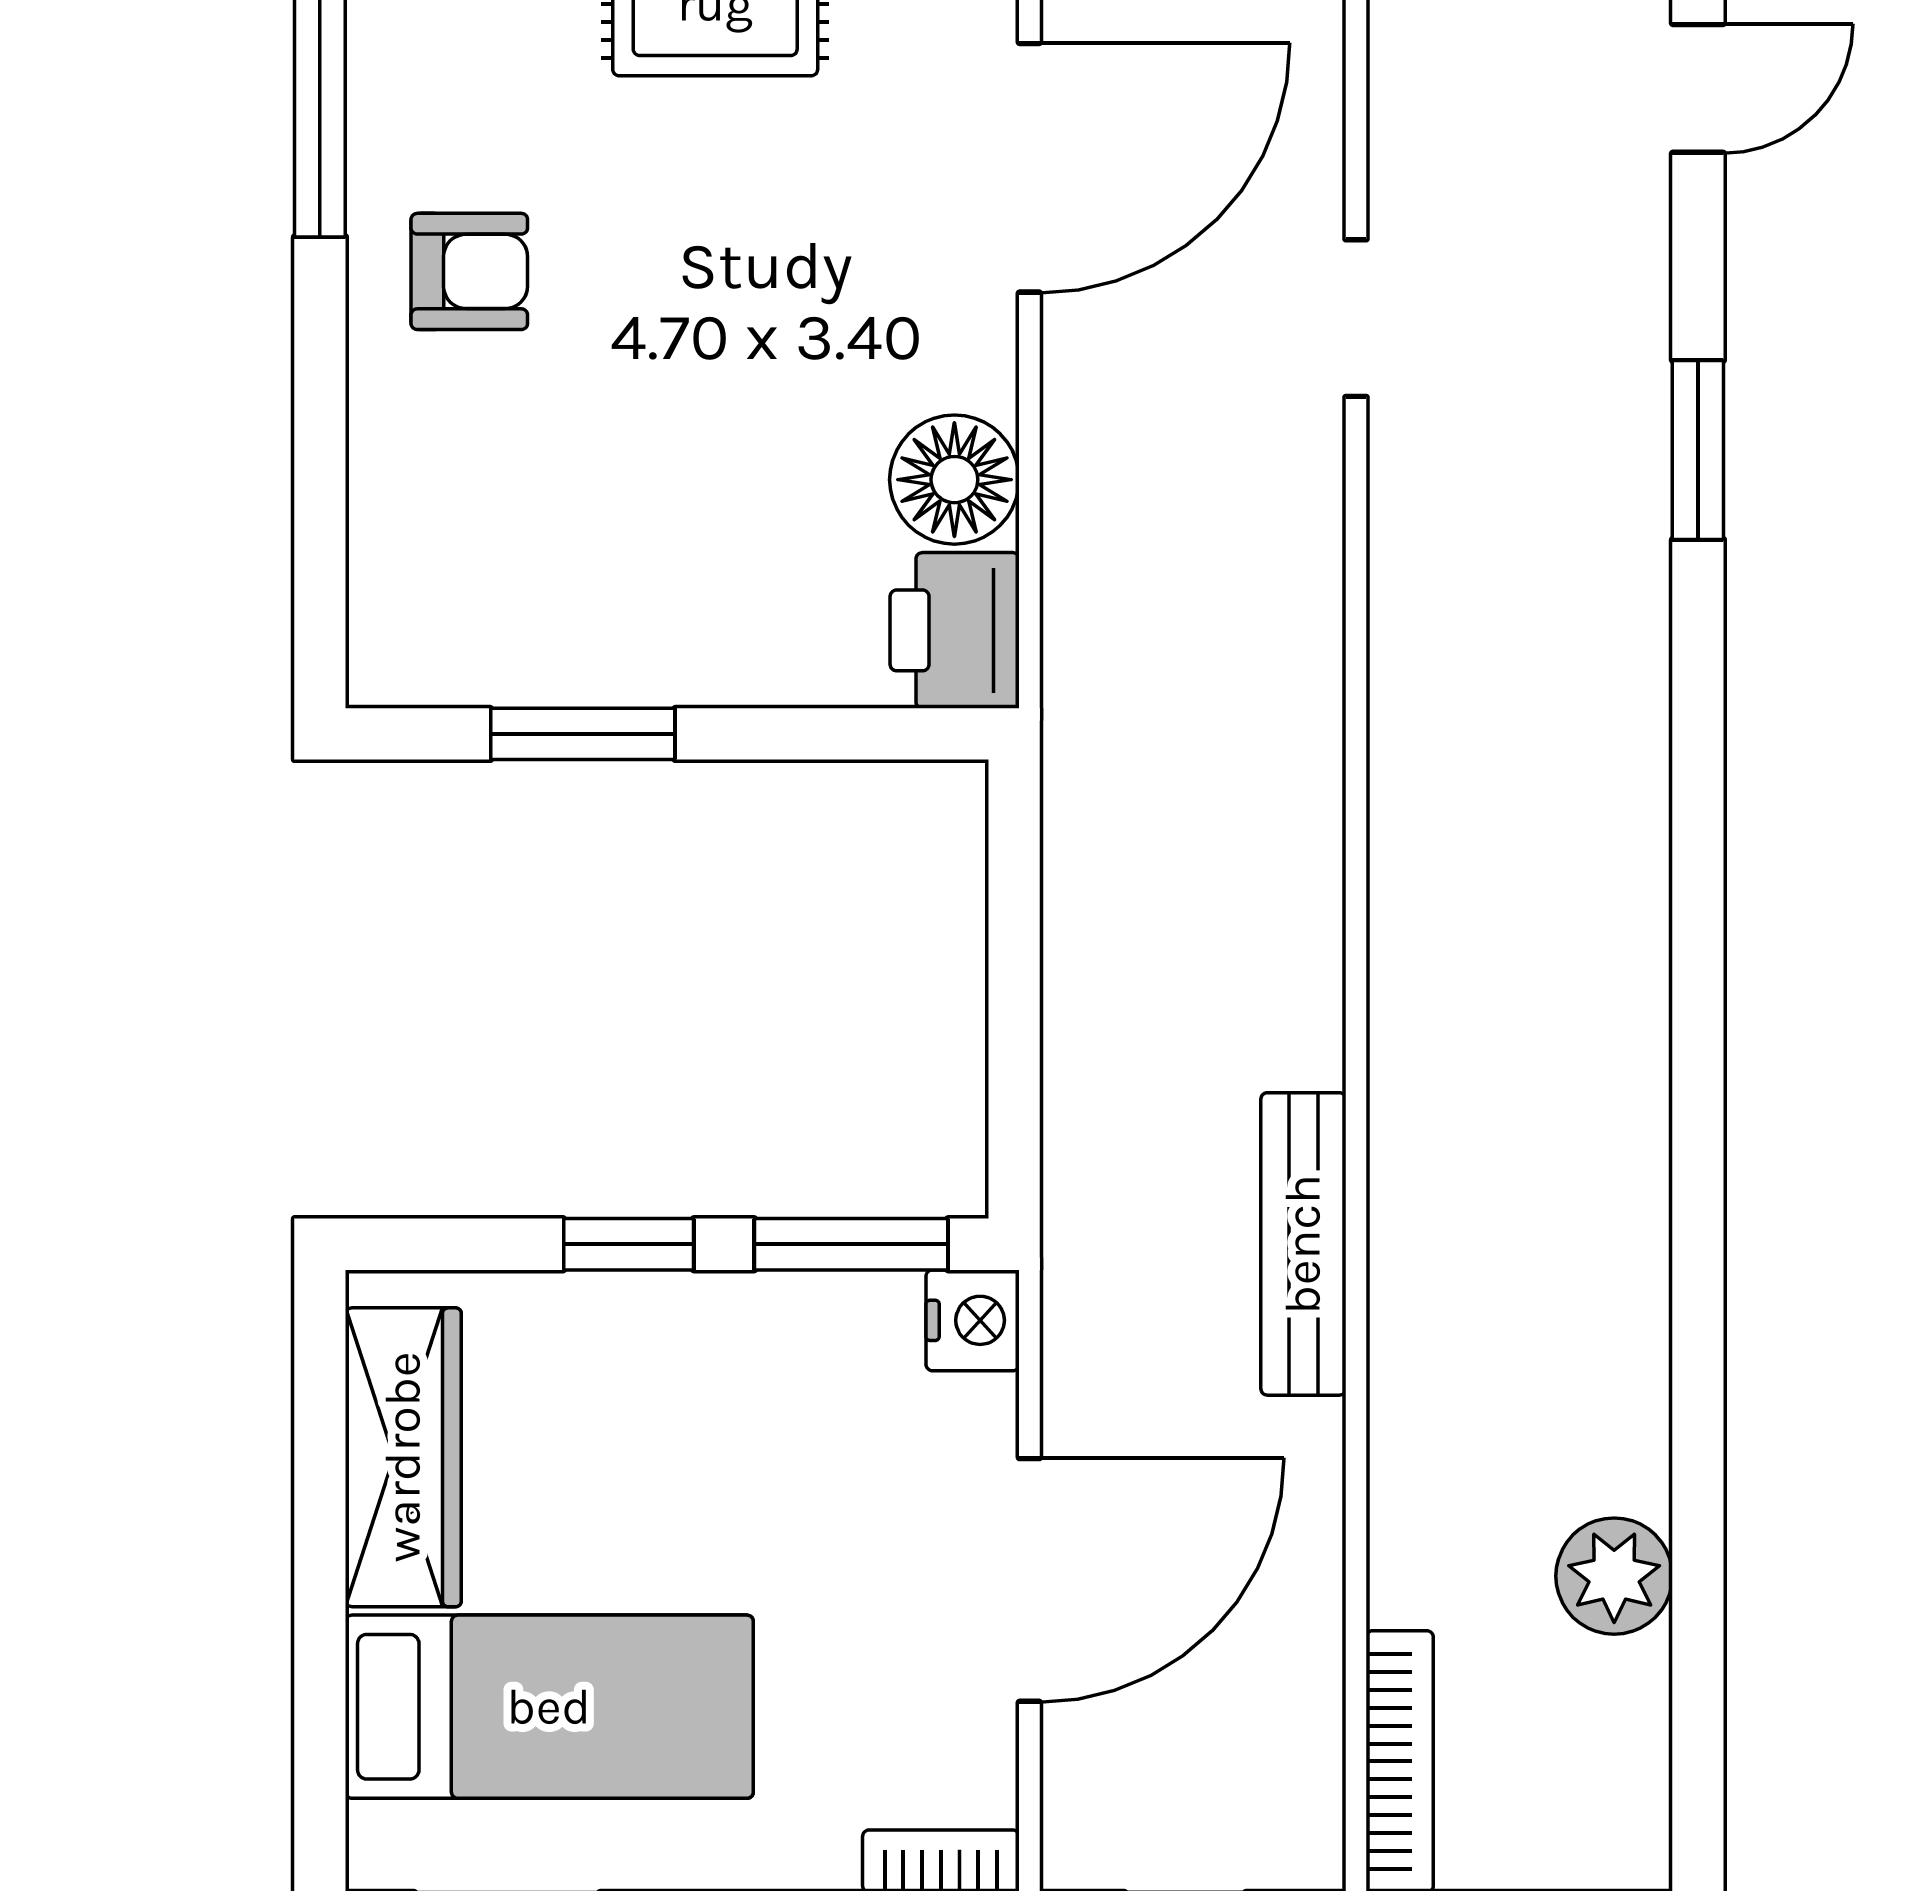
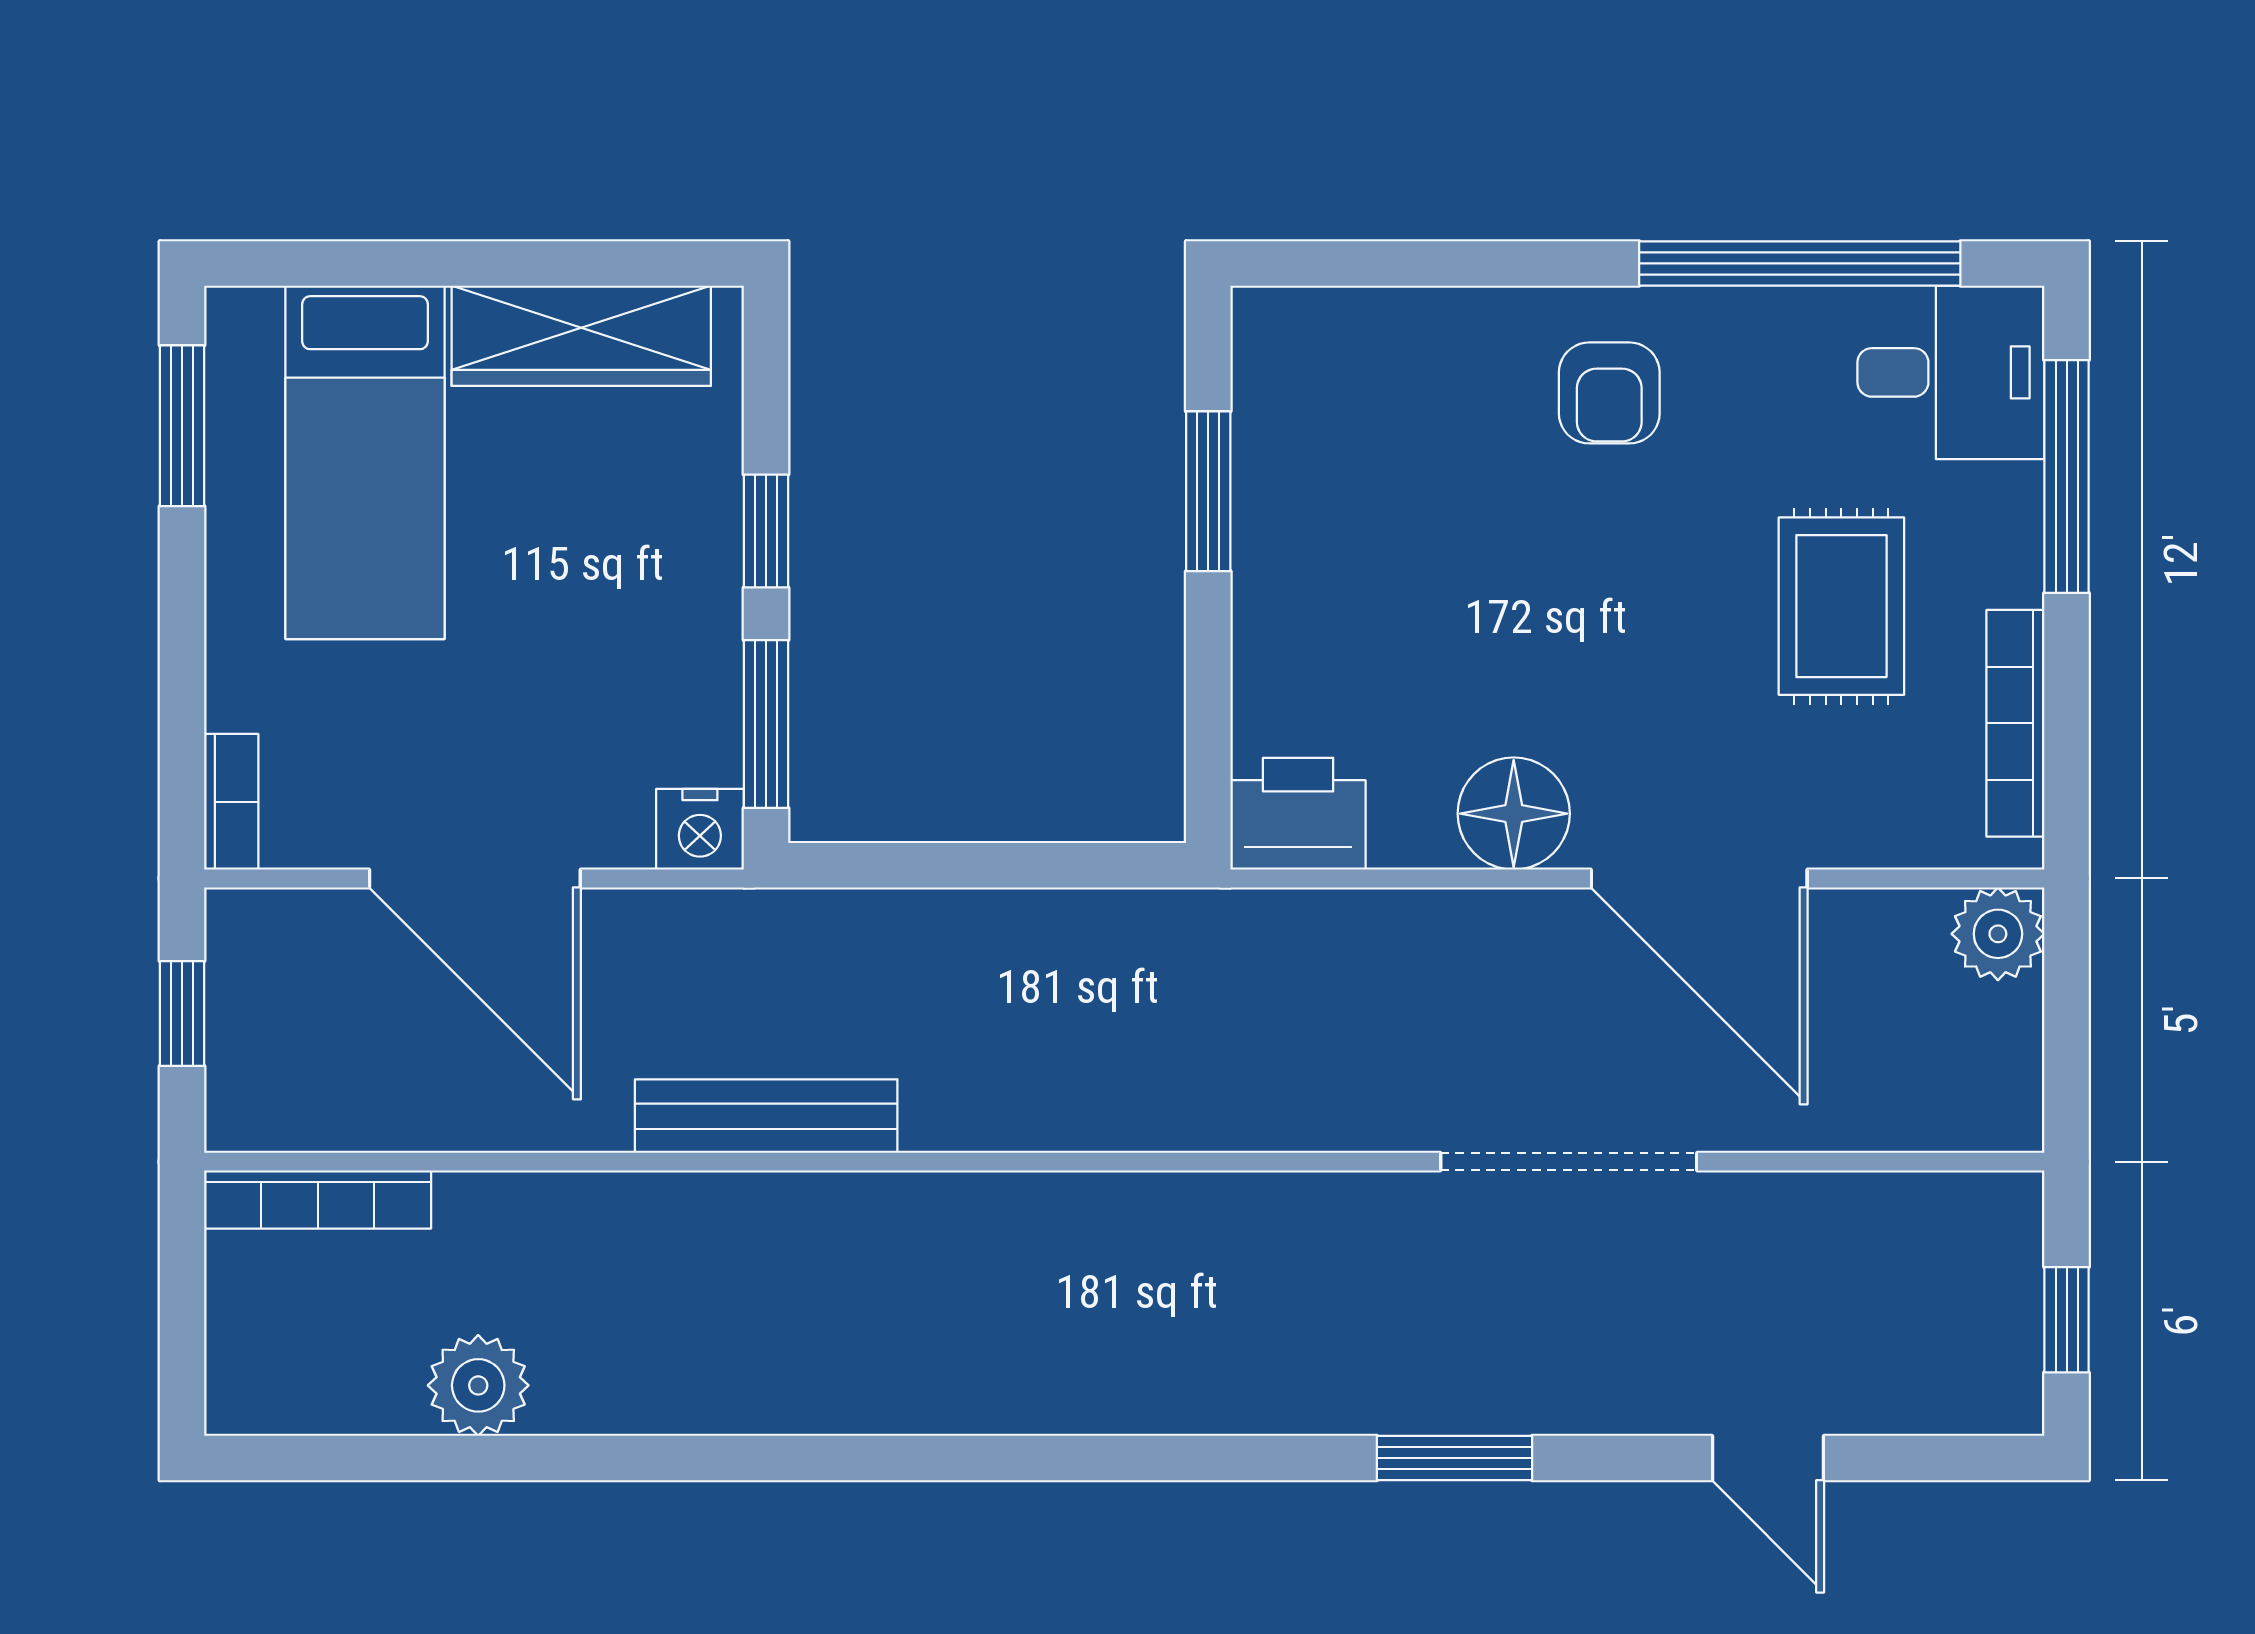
doorway: (1356, 318) -> (1569, 1162), width x1.87
floor lamp: (954, 480) -> (1514, 814), moved

